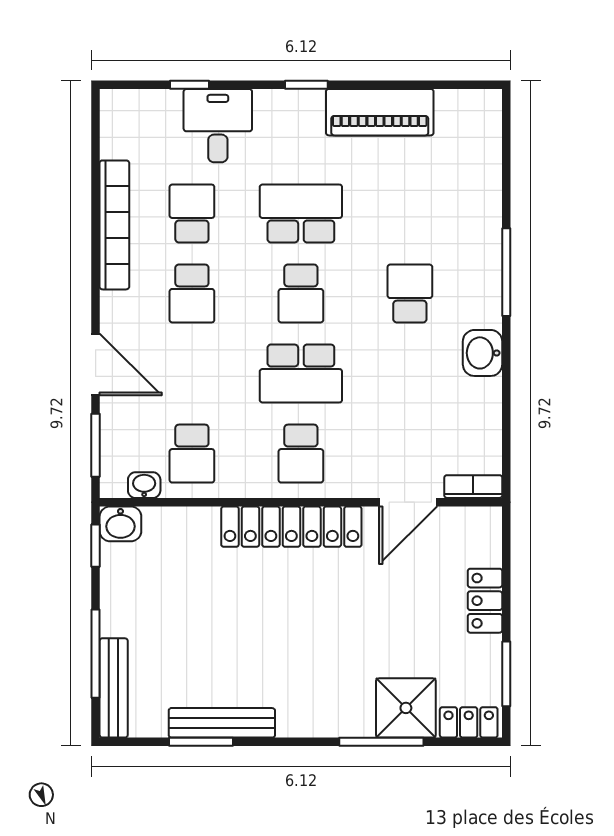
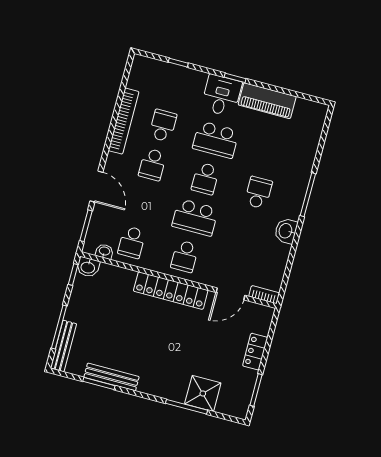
desk: (218, 126) -> (221, 95), moved
school desk: (301, 213) -> (216, 140), turned 180
locker: (469, 722) -> (231, 409), removed

